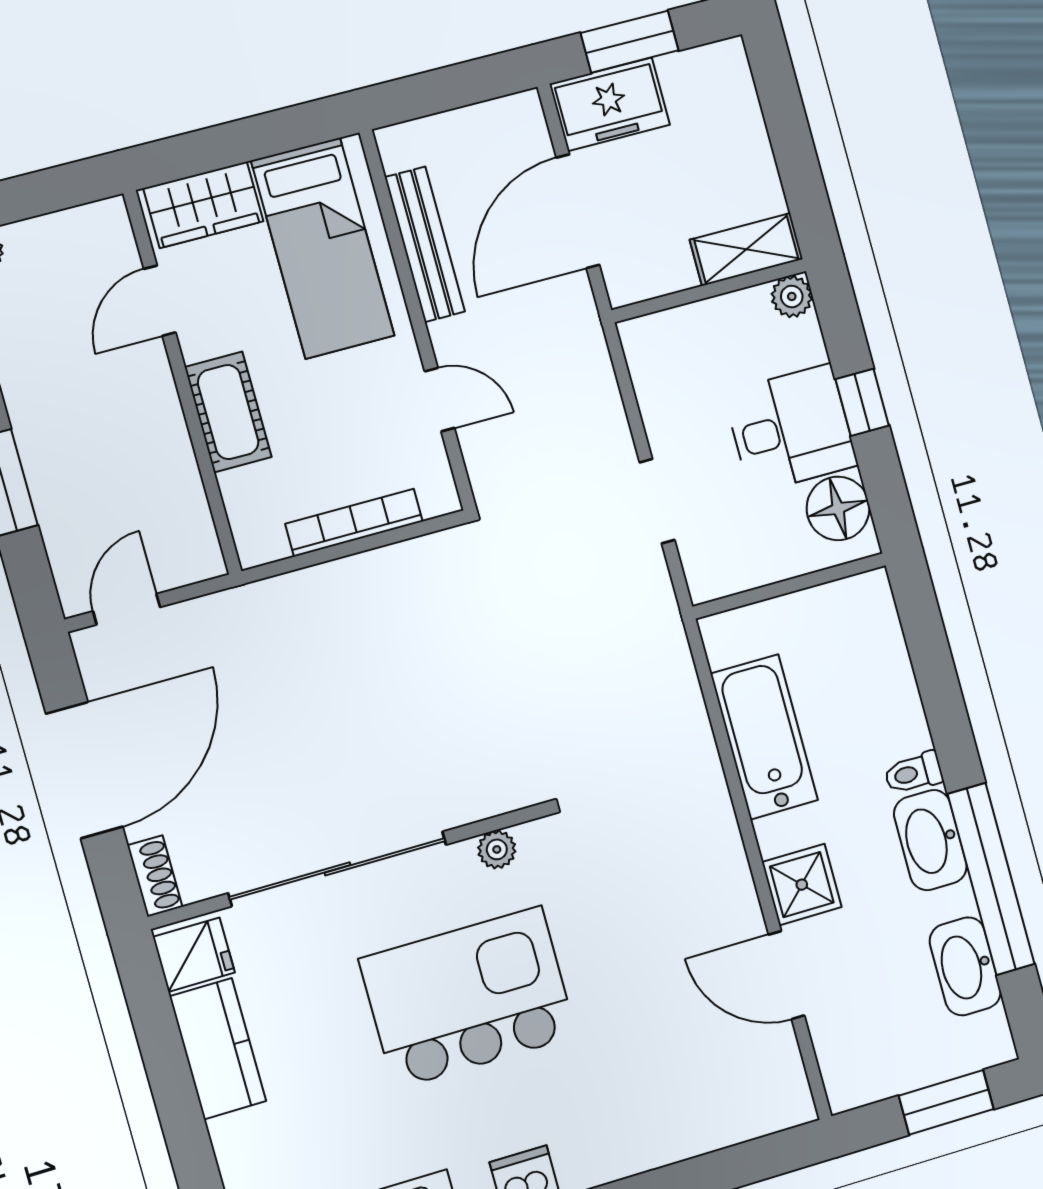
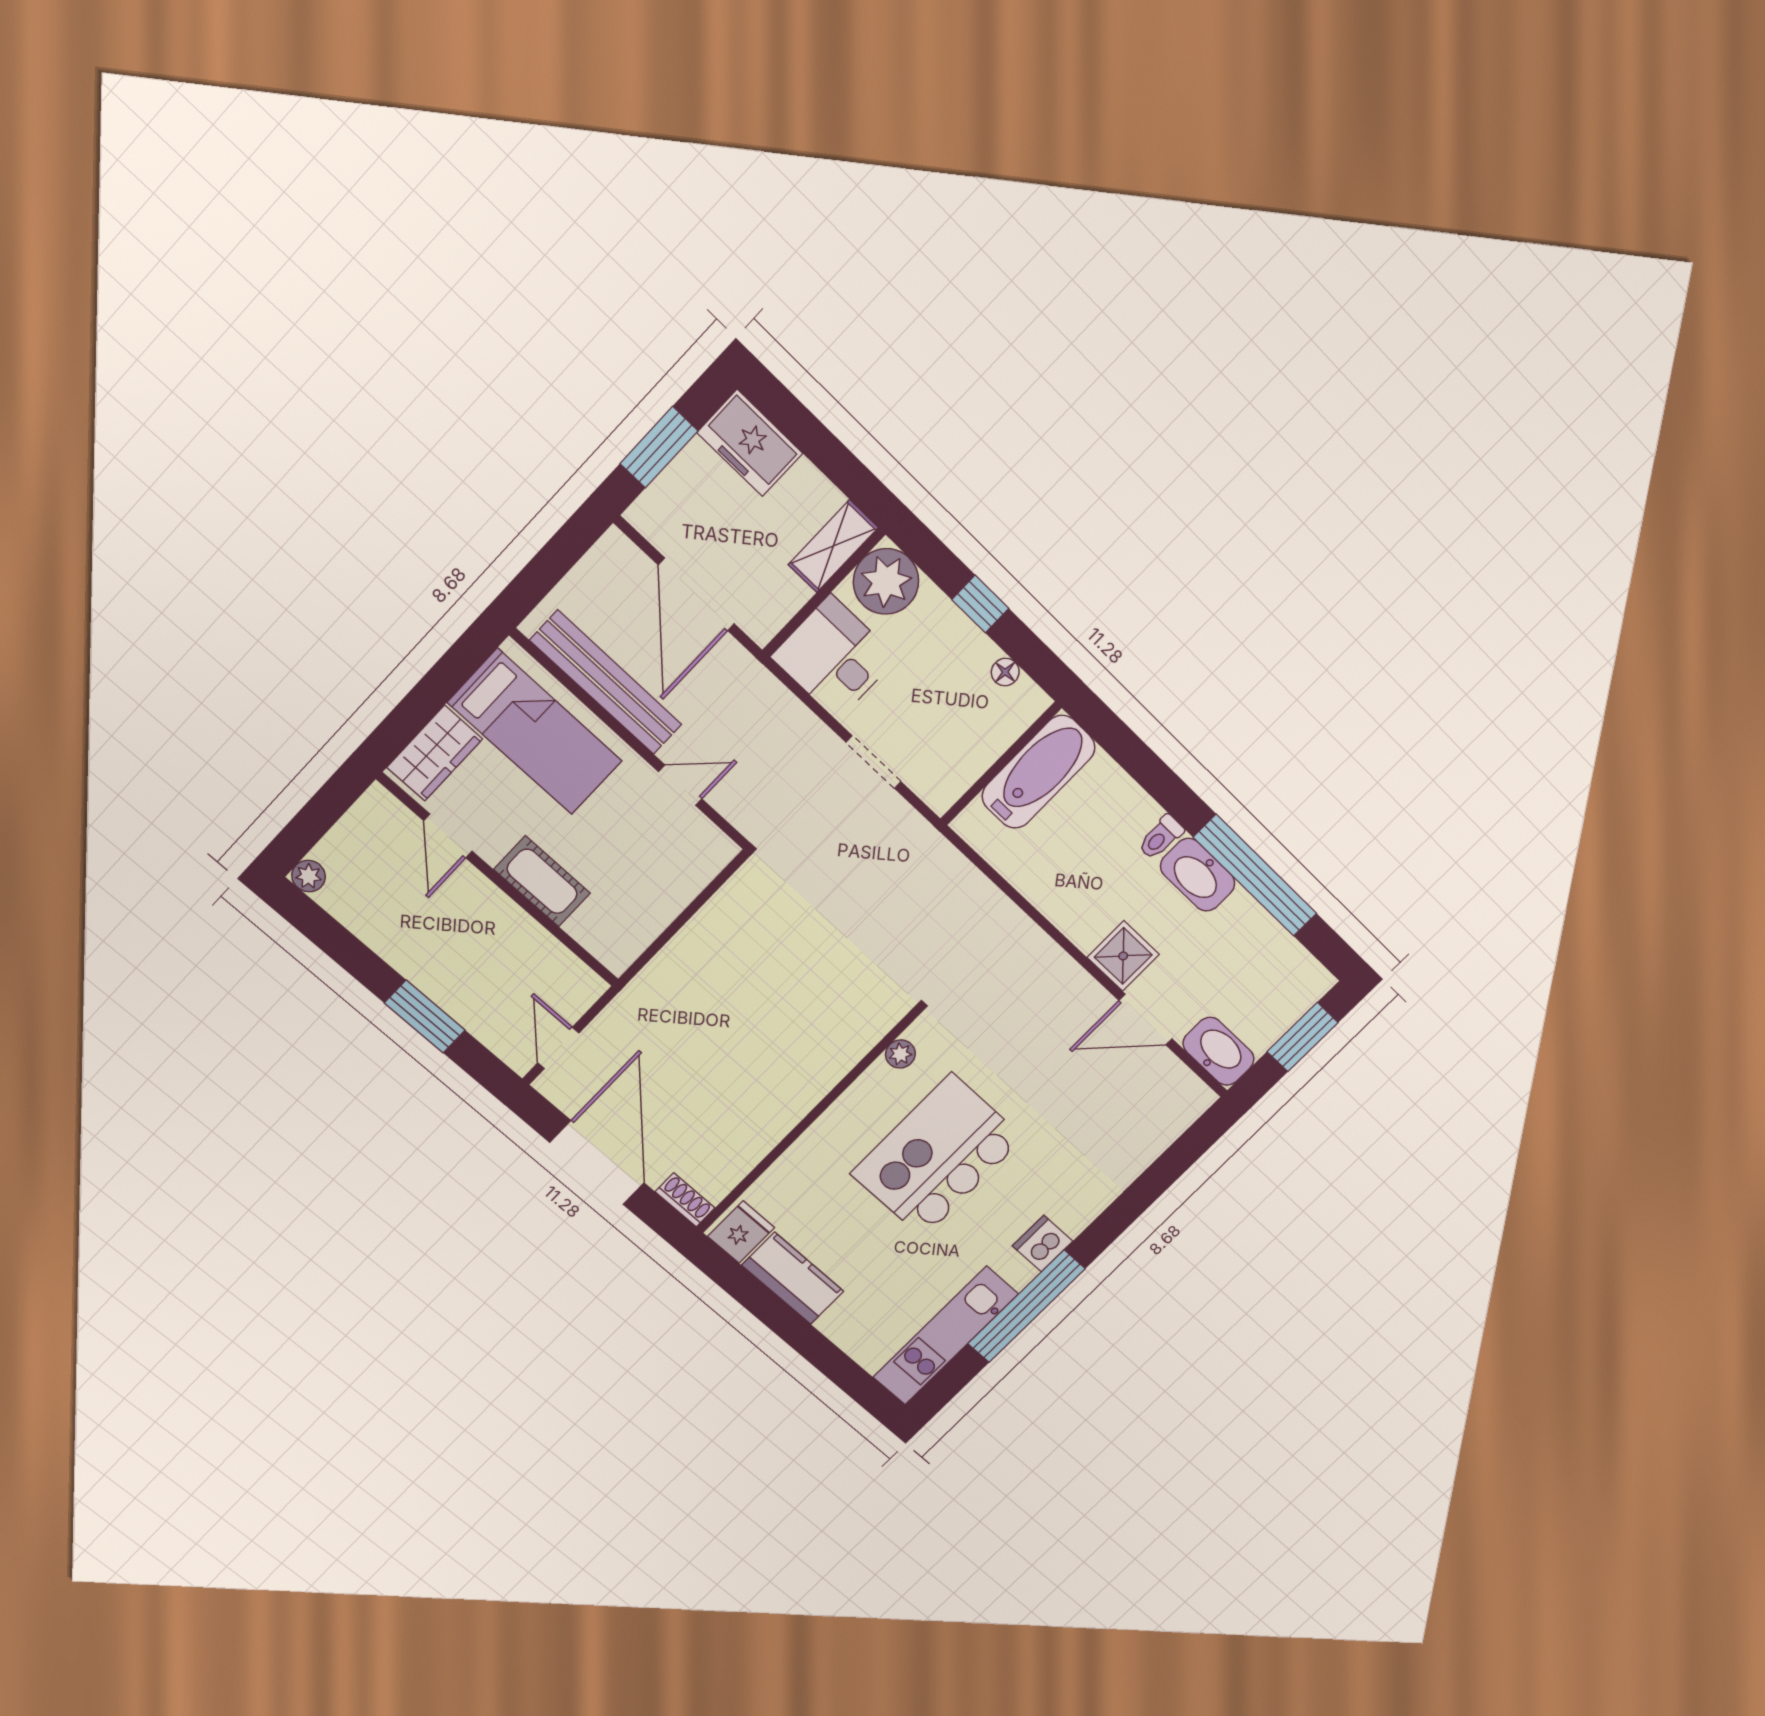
freezer: (610, 104) -> (750, 443), moved, turned 90
bench: (425, 244) -> (606, 683), width x1.37, depth x1.21
plant: (792, 296) -> (886, 581), width x1.87, depth x1.87
desk: (791, 429) -> (834, 657), moved, turned -90
floor lamp: (838, 508) -> (1005, 672), width x0.53, depth x0.53
bookcase: (354, 523) -> (673, 902), removed
bathtub: (764, 737) -> (1038, 772), moved, turned 90
sliding door: (338, 869) -> (802, 1127), removed
washbasin: (965, 966) -> (1219, 1051), moved, turned 180

